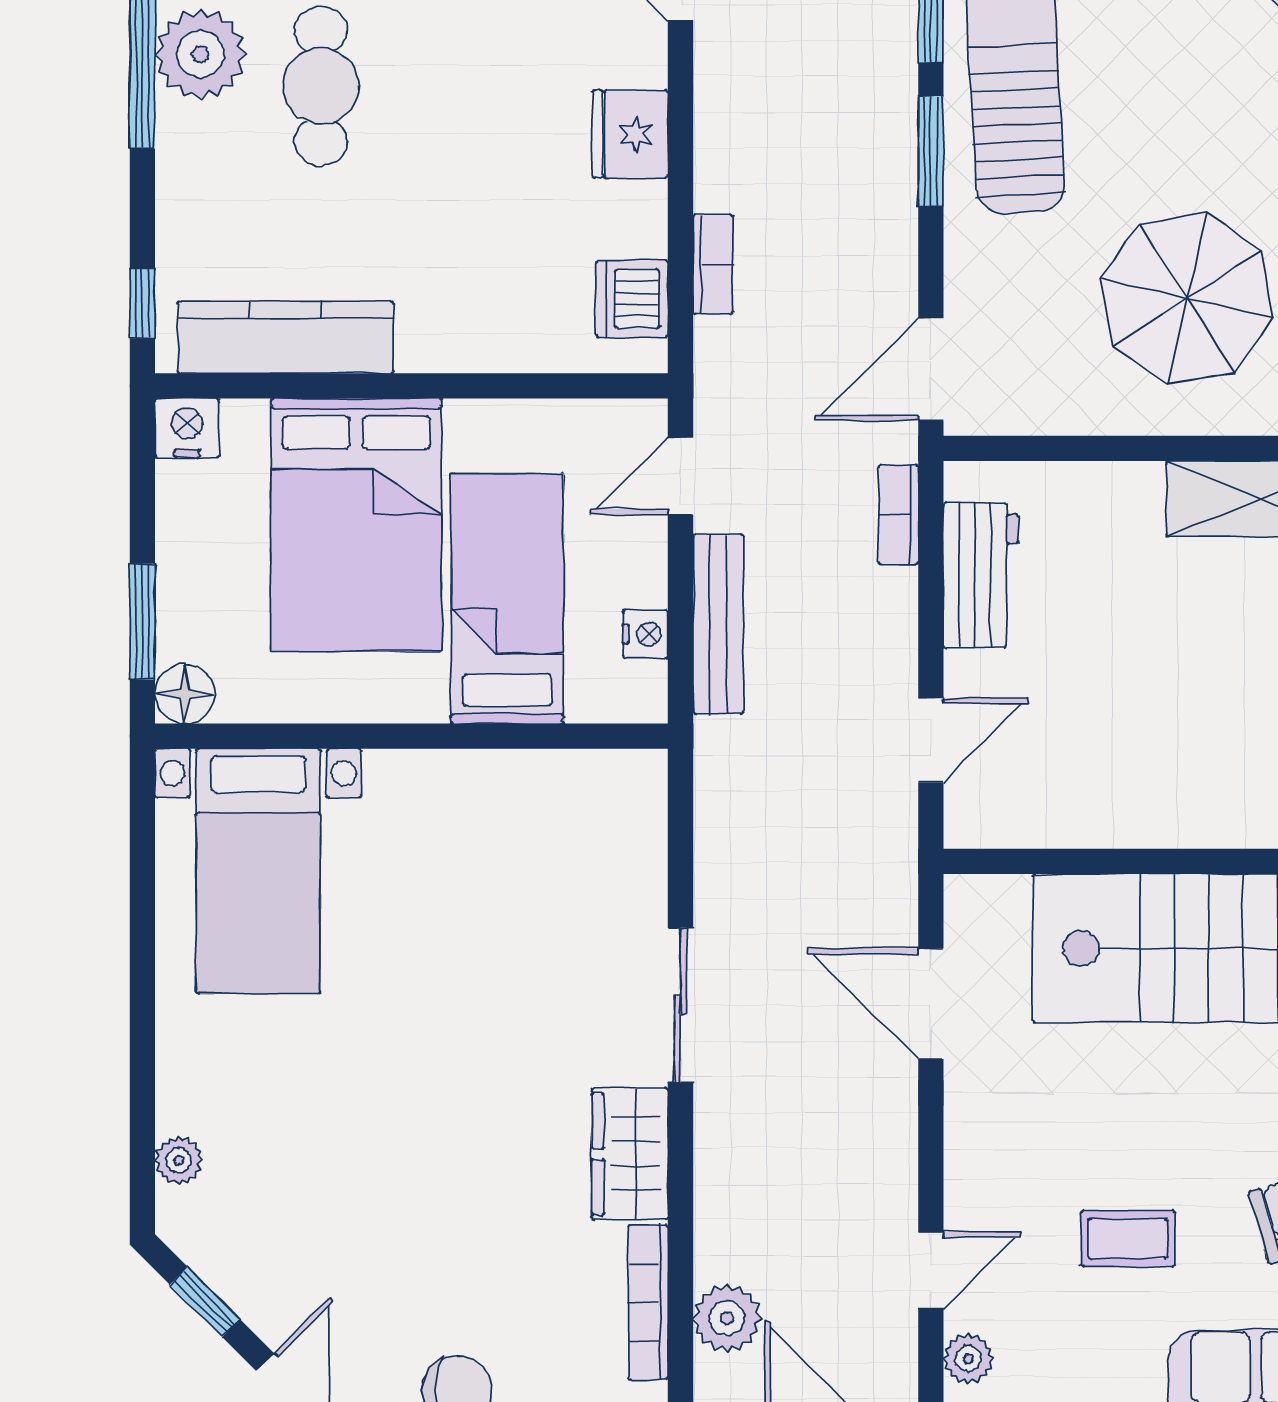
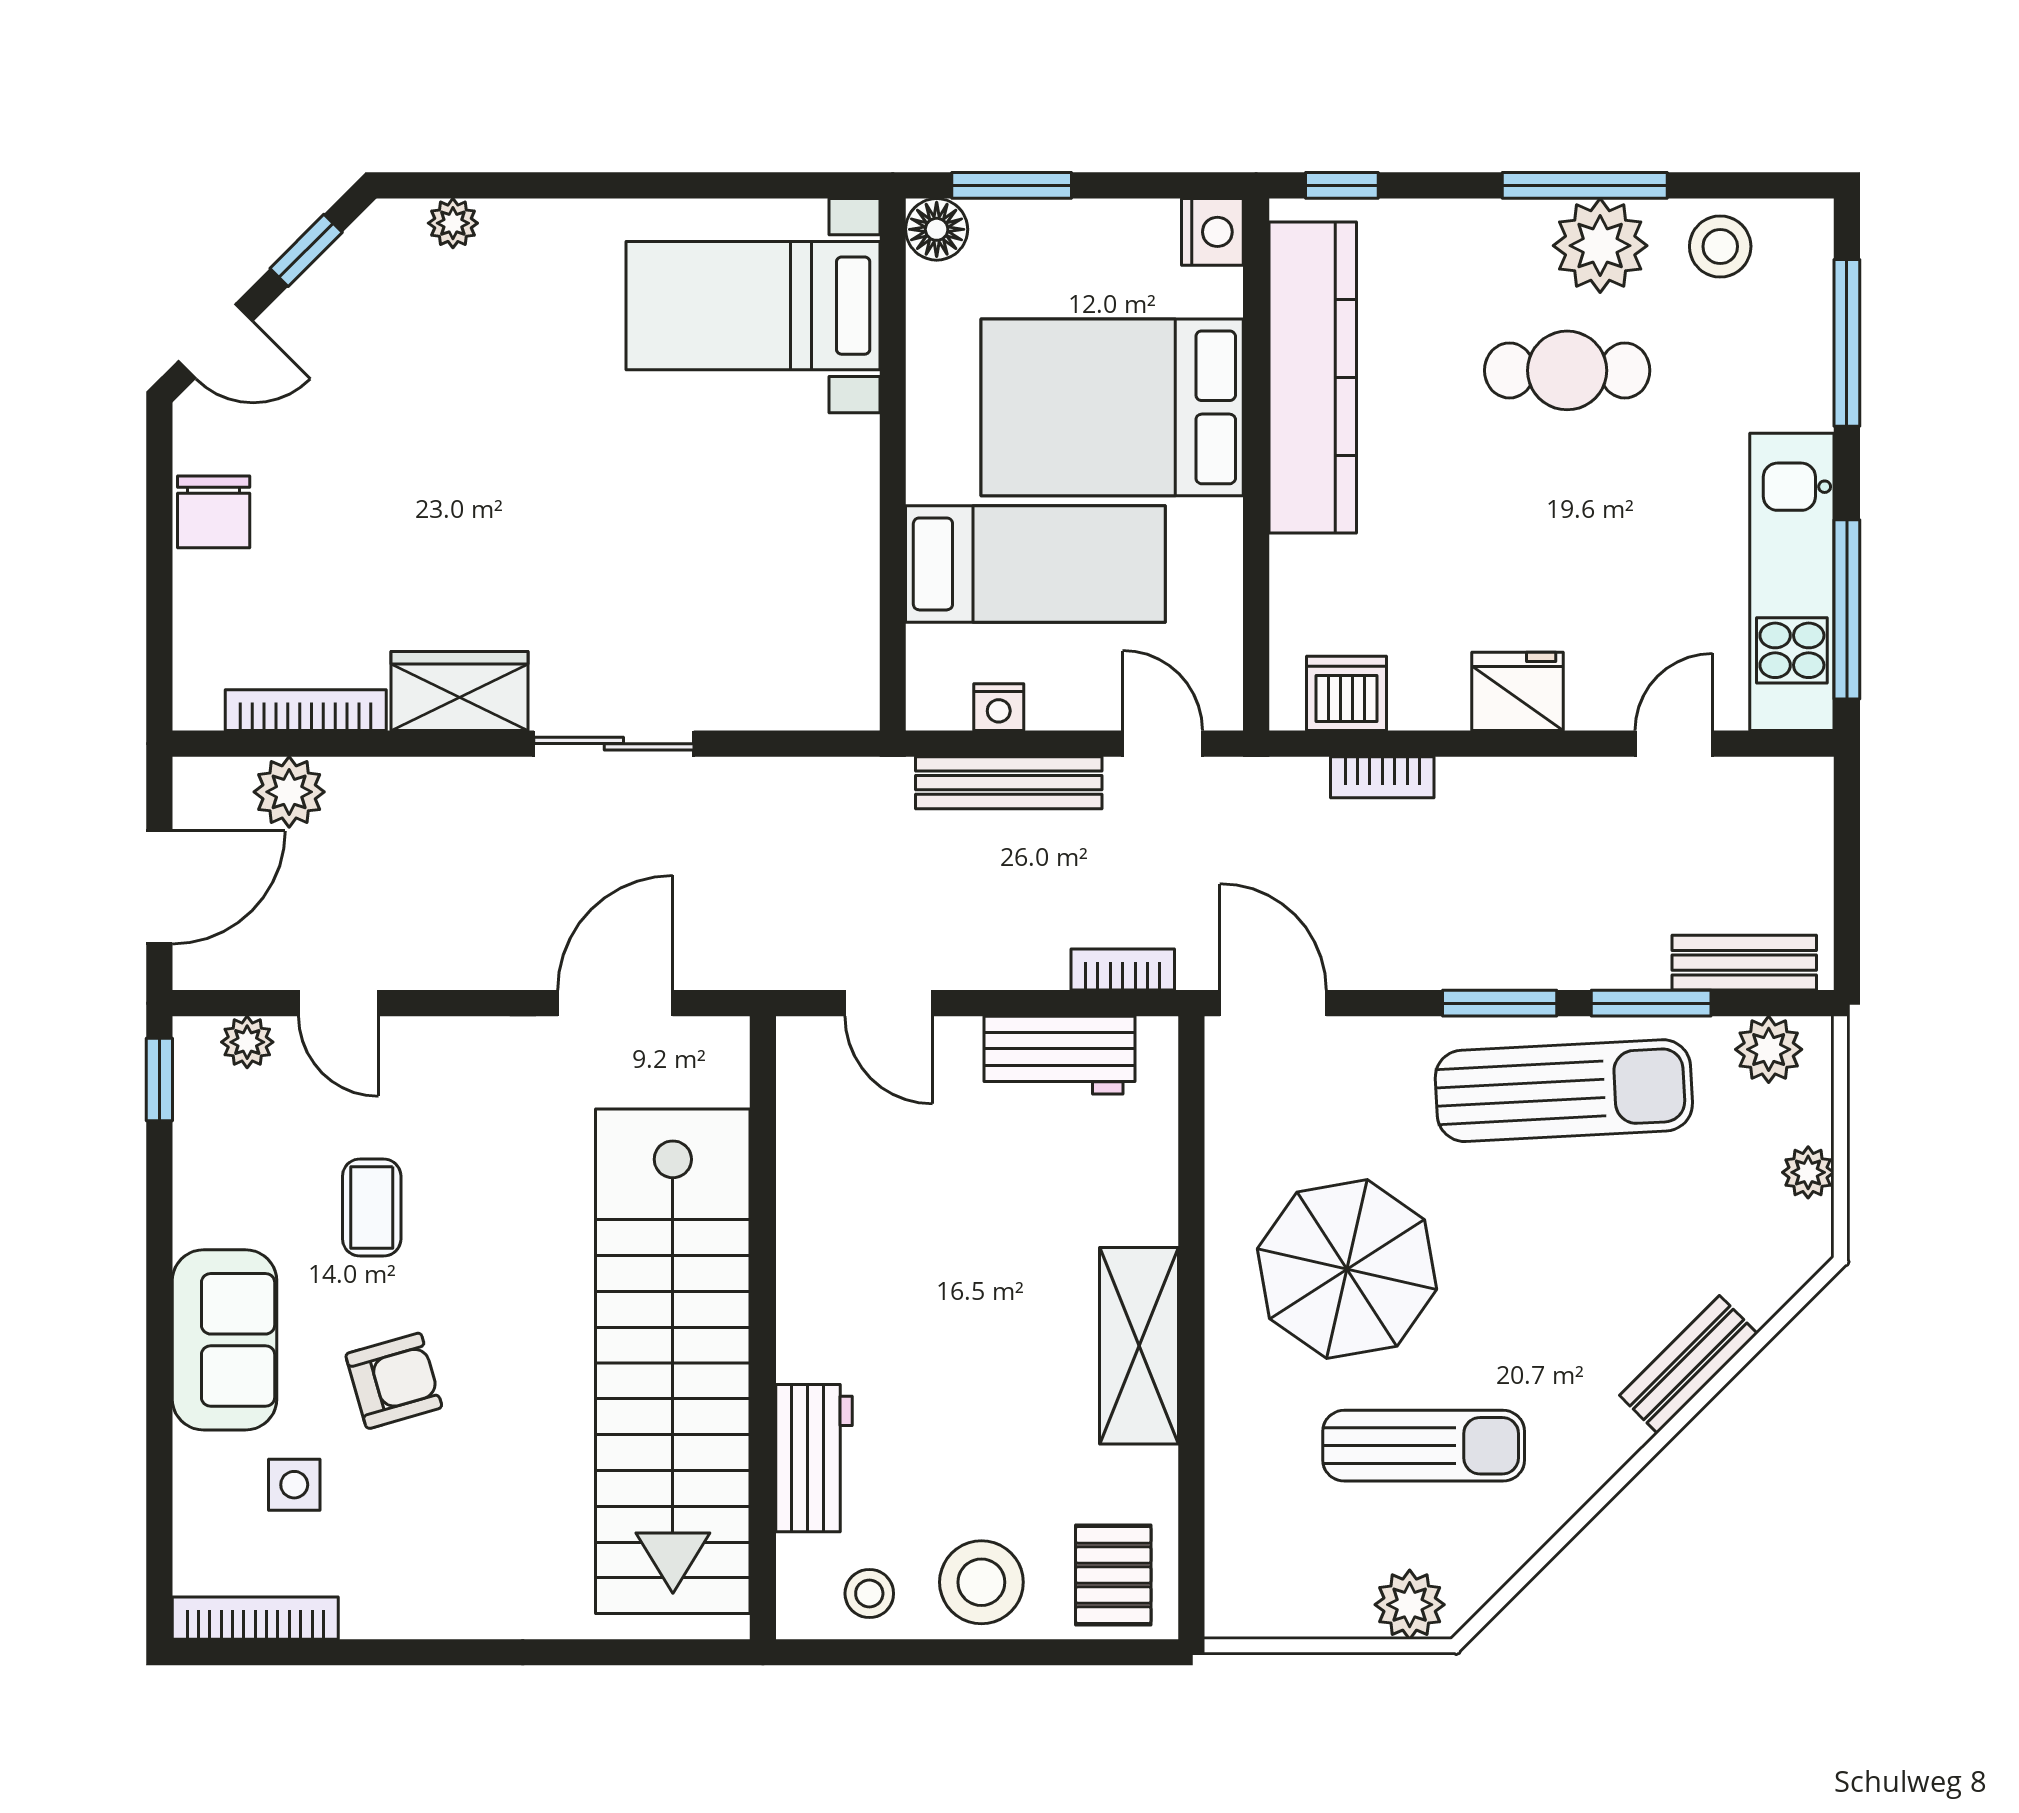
kitchen counter: (285, 337) -> (1313, 378), width x1.39, depth x1.17

